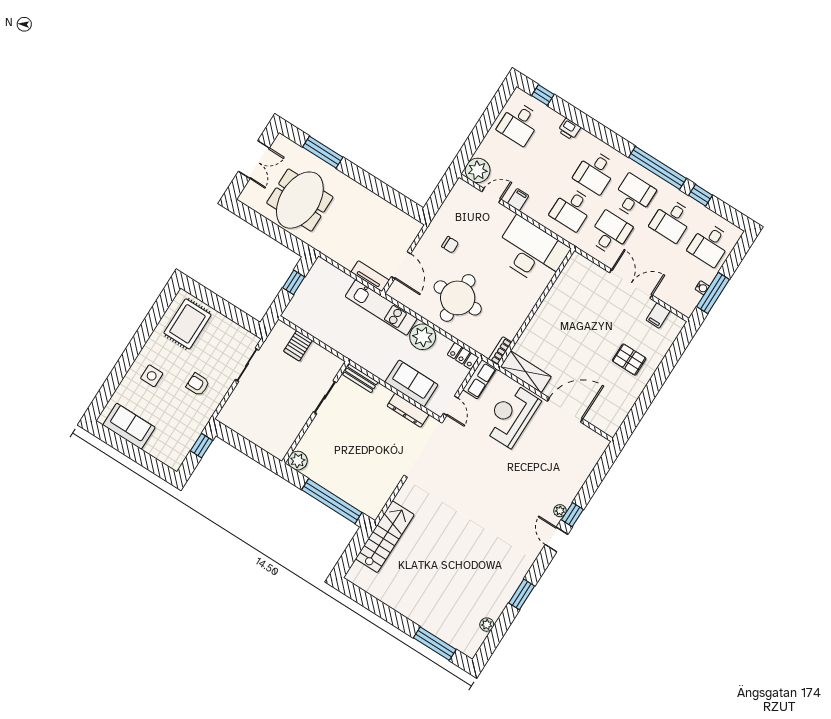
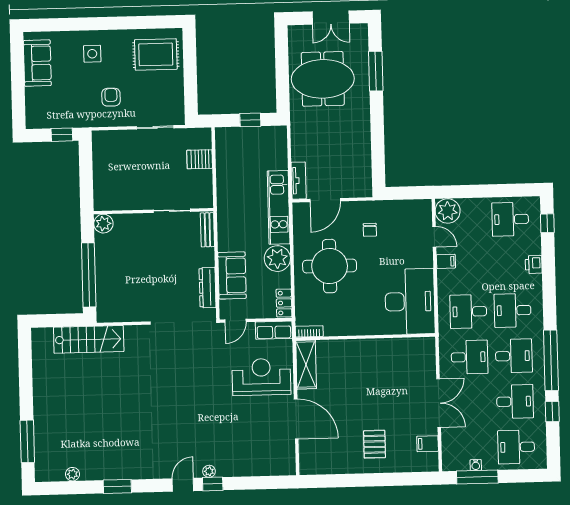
desk: (672, 220) -> (515, 401), turned 180

